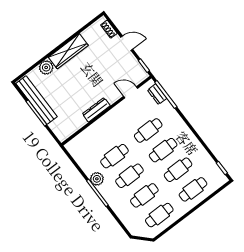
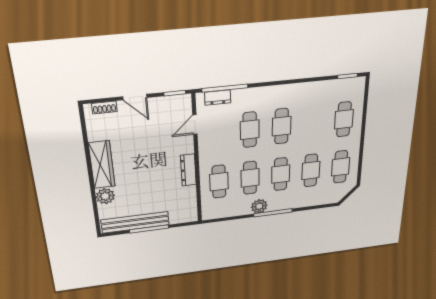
door: (127, 43) -> (135, 97), swing flipped
cafe table: (178, 170) -> (219, 182), moved

